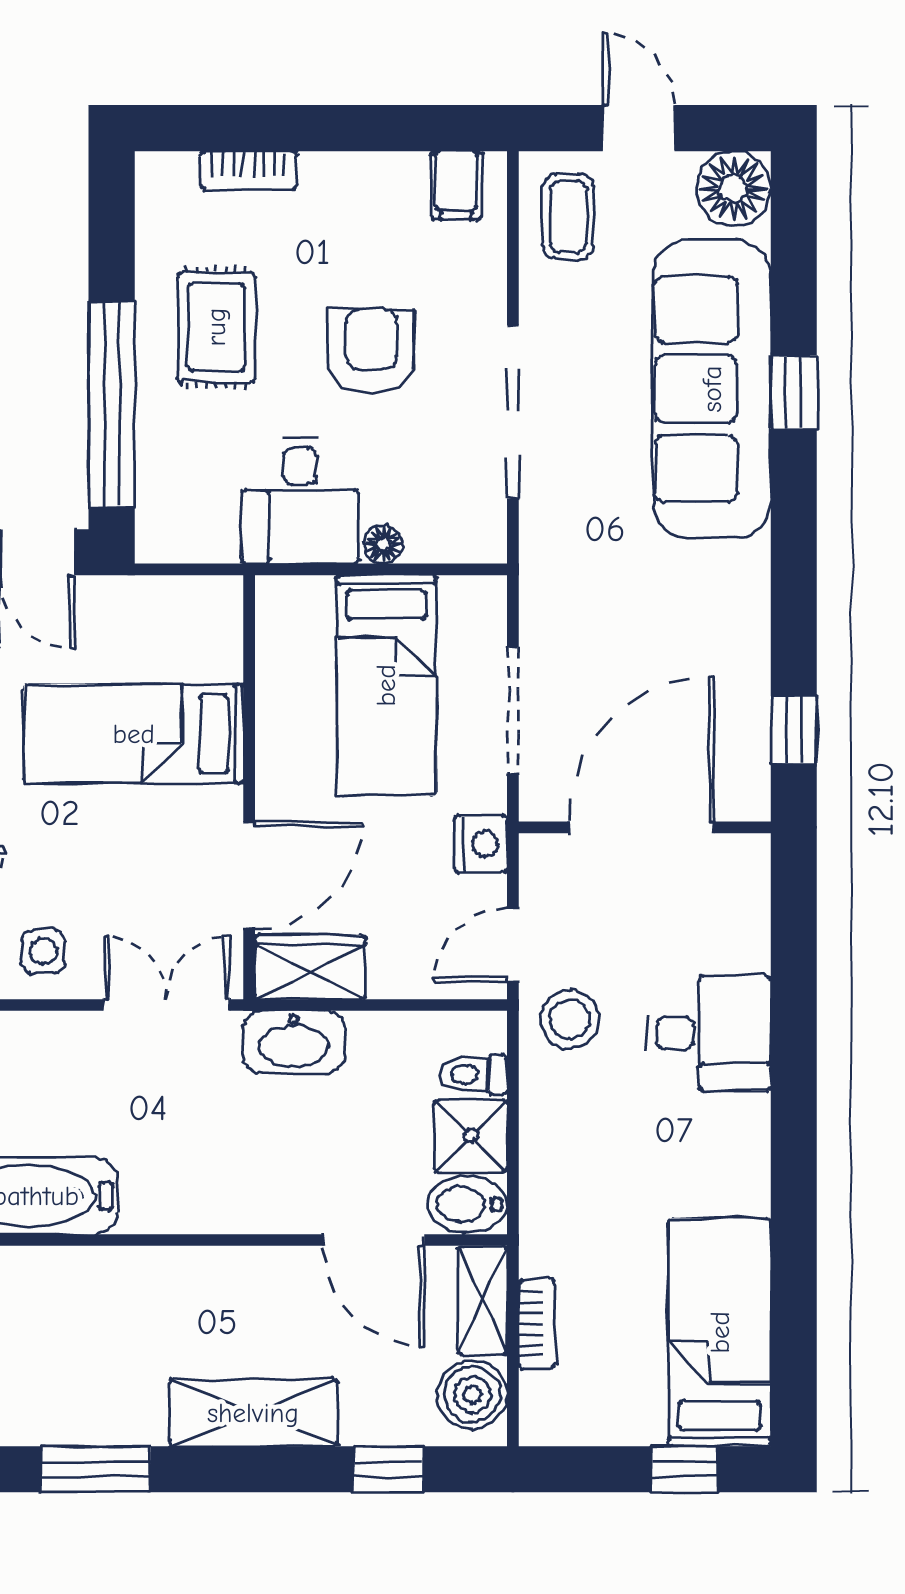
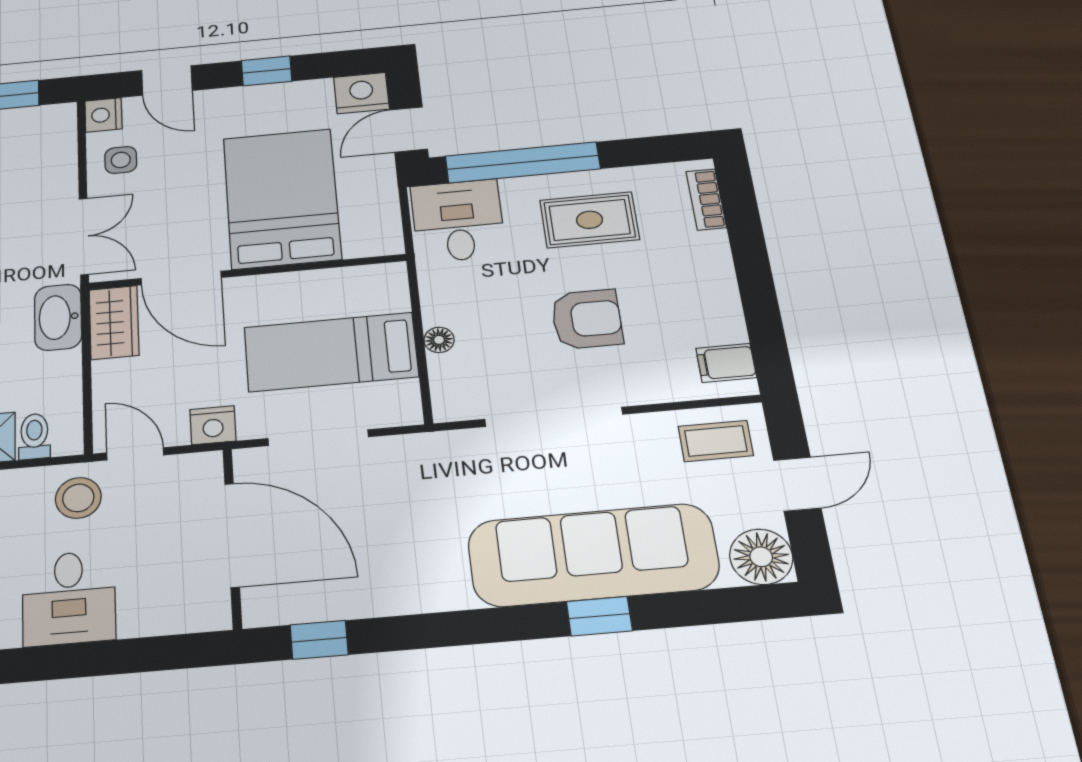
bookcase: (249, 170) -> (706, 199), moved
desk: (300, 500) -> (458, 221), moved, turned 90
bed: (134, 734) -> (282, 198), width x1.50

